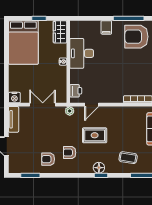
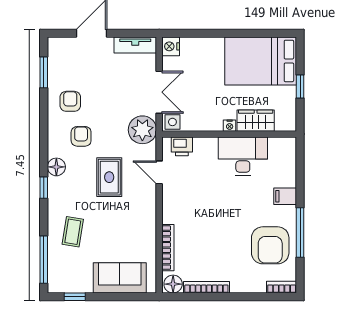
wardrobe: (60, 32) -> (256, 121), moved
armchair: (136, 37) -> (270, 245), turned 180
side table: (61, 97) -> (172, 122), added
plant: (70, 111) -> (142, 130), width x1.87, depth x1.87
floor lamp: (99, 168) -> (56, 167), moved

